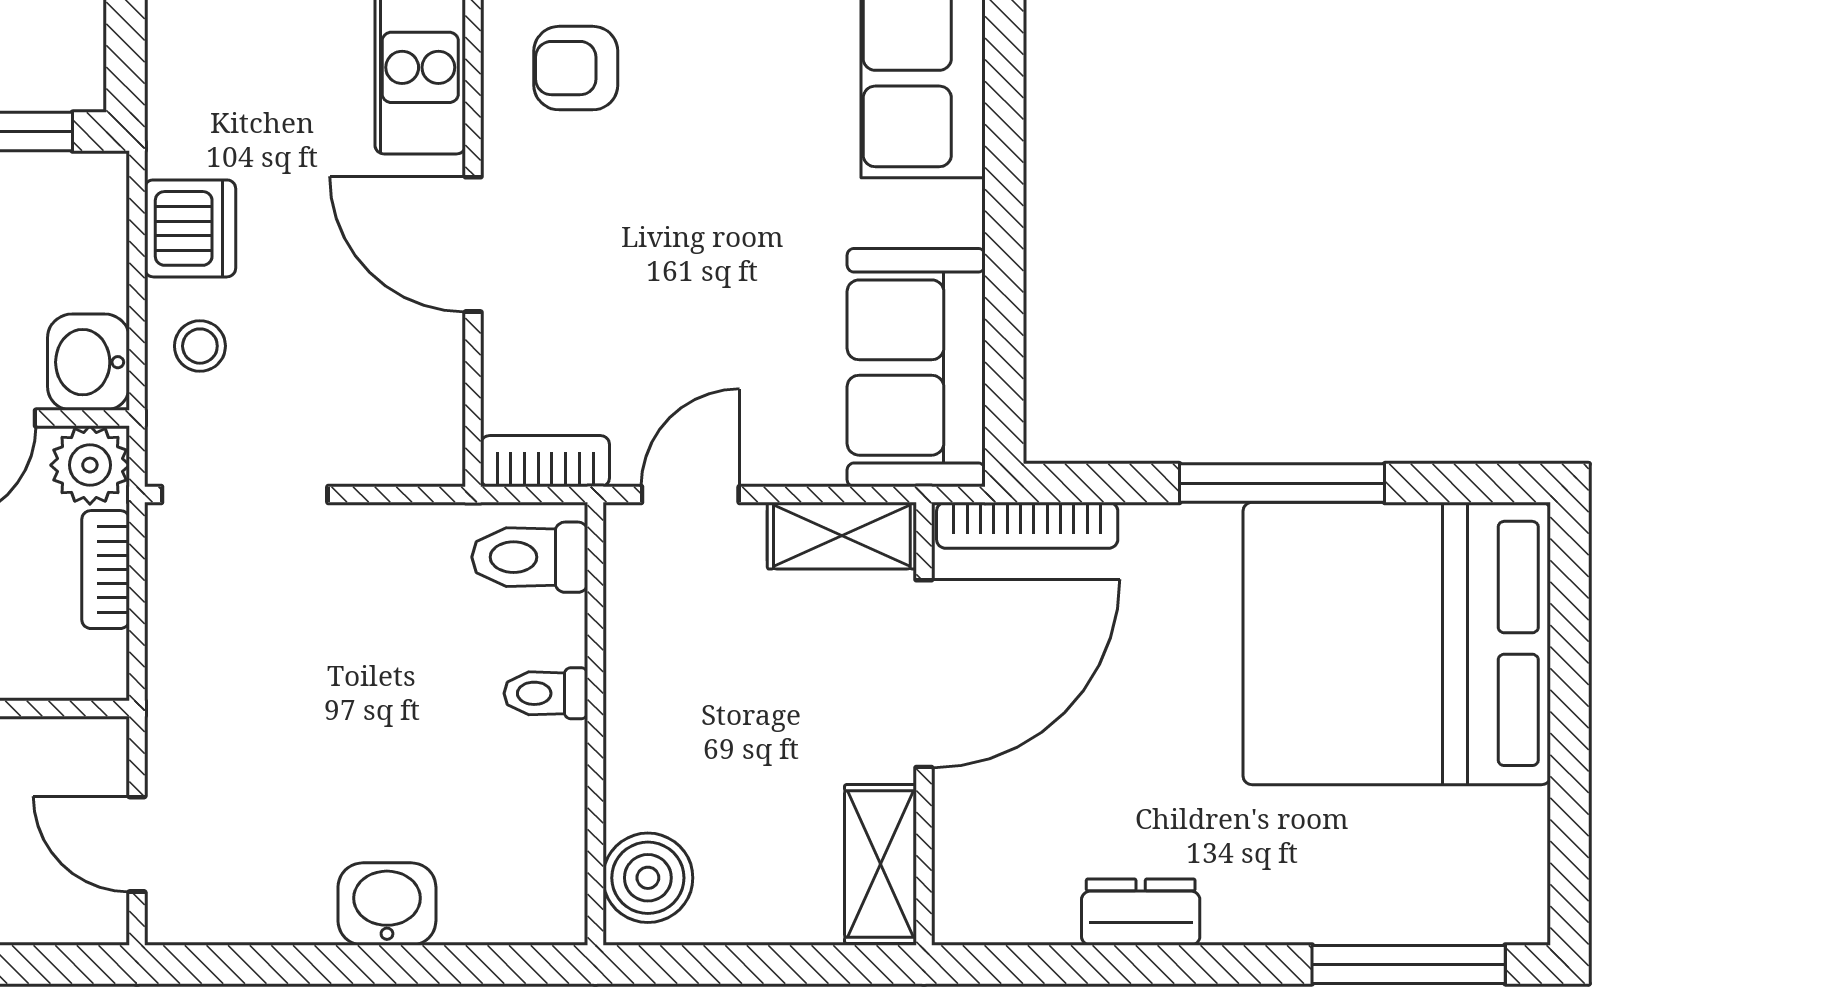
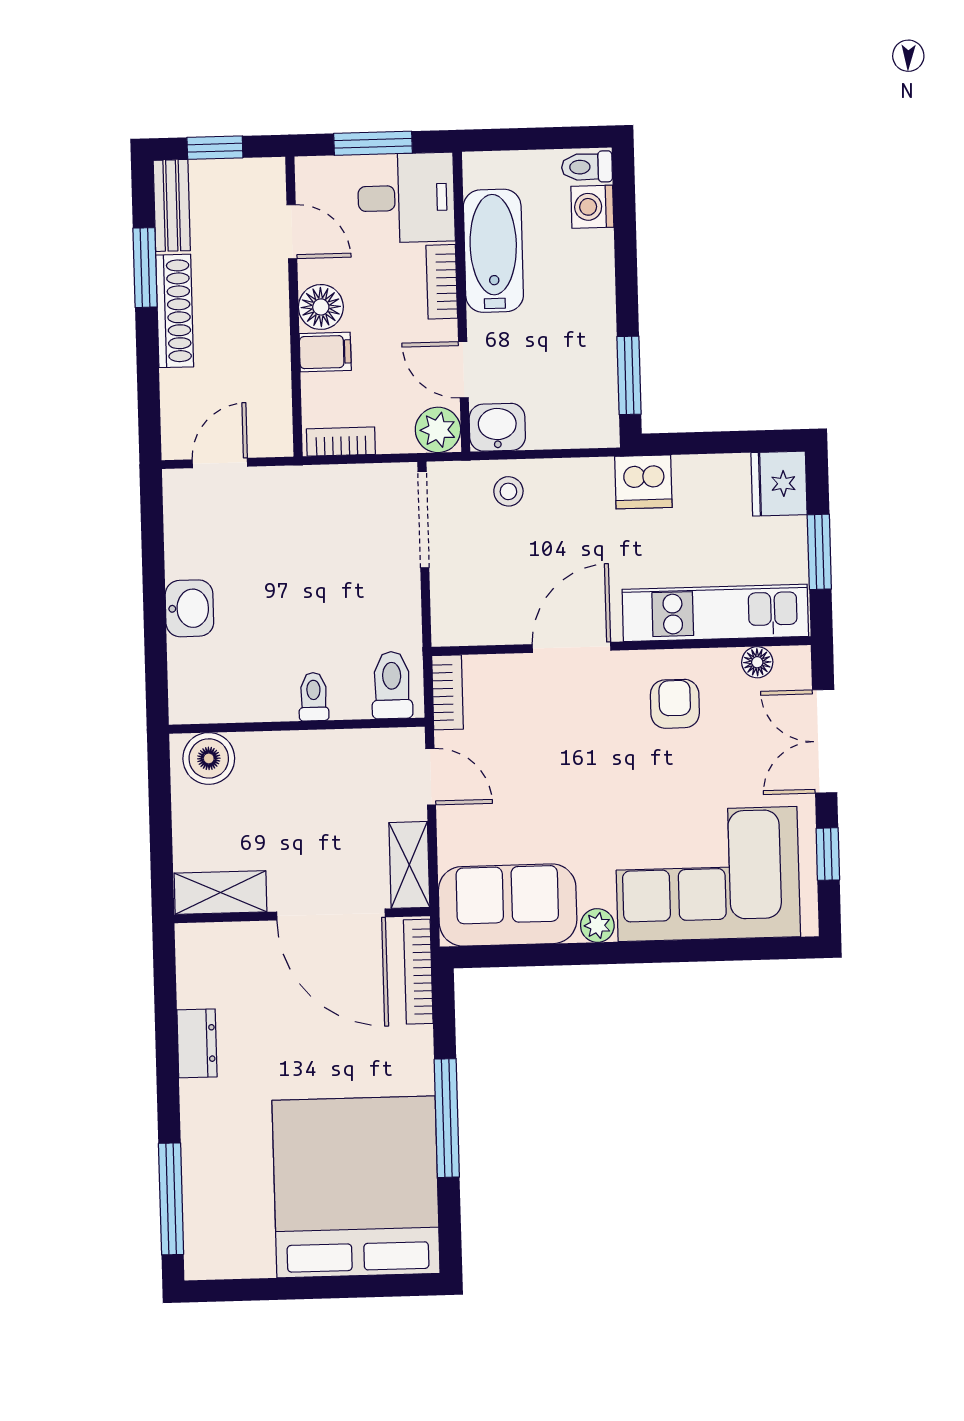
plant: (956, 213) -> (597, 925), added
dishwasher: (190, 228) -> (643, 482), moved
bookcase: (106, 570) -> (341, 442), moved

